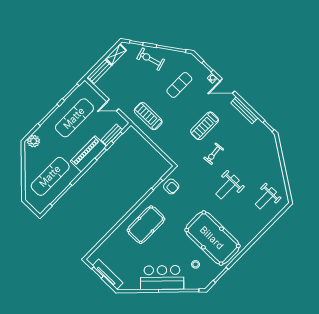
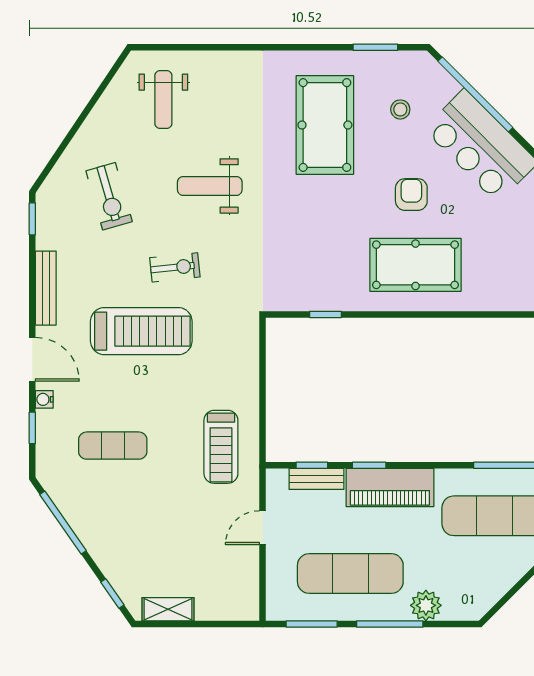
exercise bike: (151, 59) -> (109, 196), moved
bench: (99, 71) -> (226, 609), removed
door: (113, 105) -> (263, 528), swing flipped
treadmill: (205, 126) -> (141, 331), width x1.37, depth x1.38
plant: (34, 141) -> (426, 605), moved
armchair: (171, 187) -> (411, 195), moved
weight bench: (227, 187) -> (210, 186), turned 180
weight bench: (266, 198) -> (163, 99), turned 90
pool table: (212, 238) -> (325, 125), width x0.73, depth x0.76

